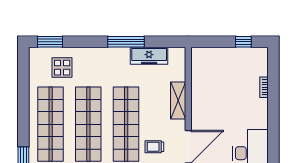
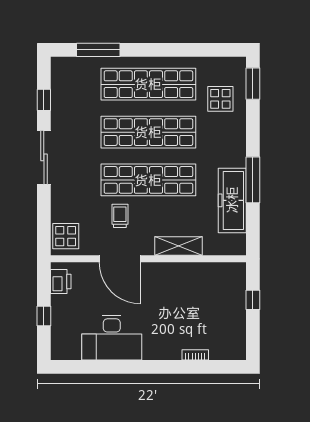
window: (243, 42) -> (253, 300), moved
freezer: (149, 56) -> (232, 200), width x1.36, depth x1.26

